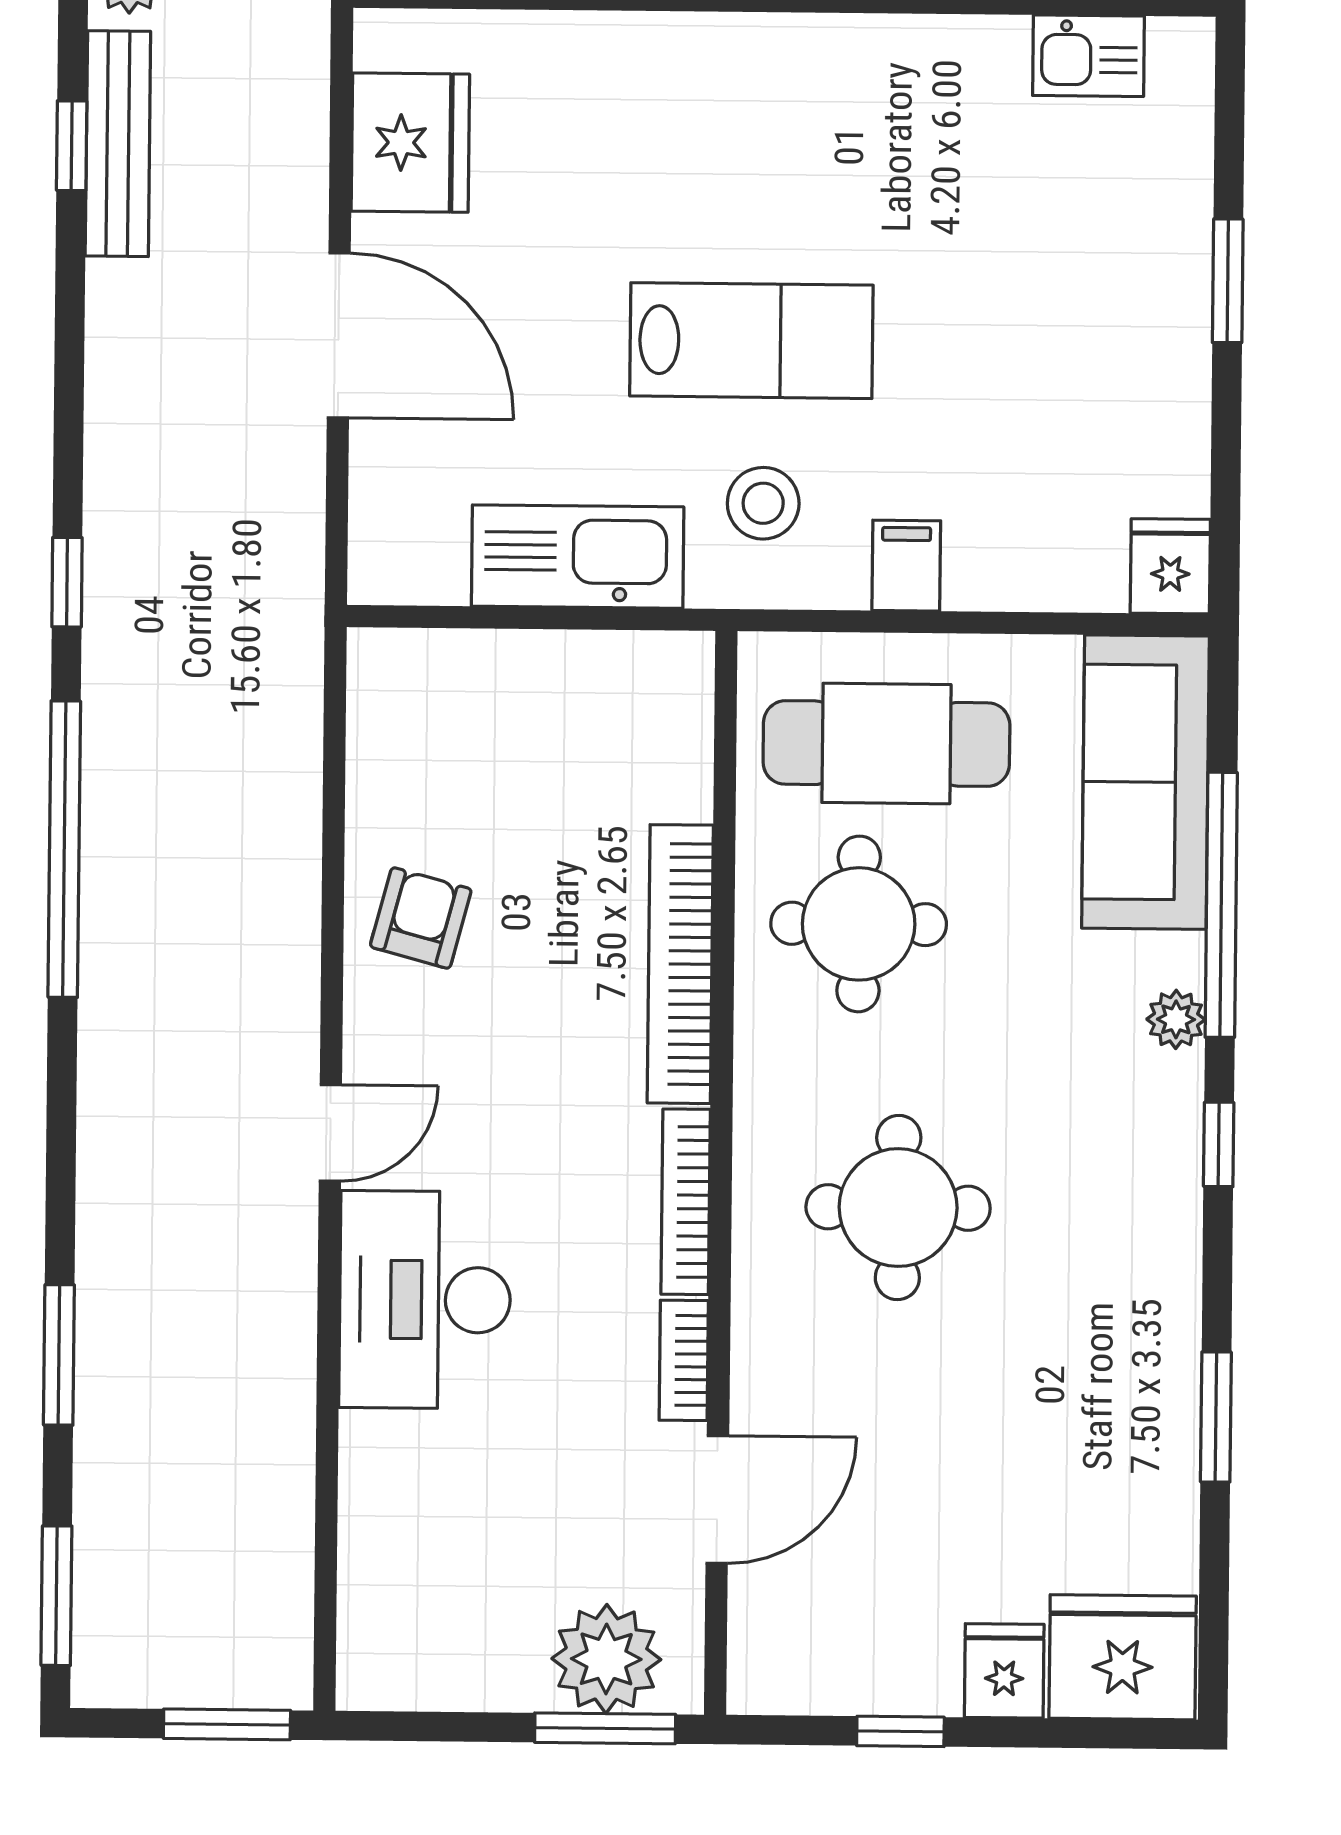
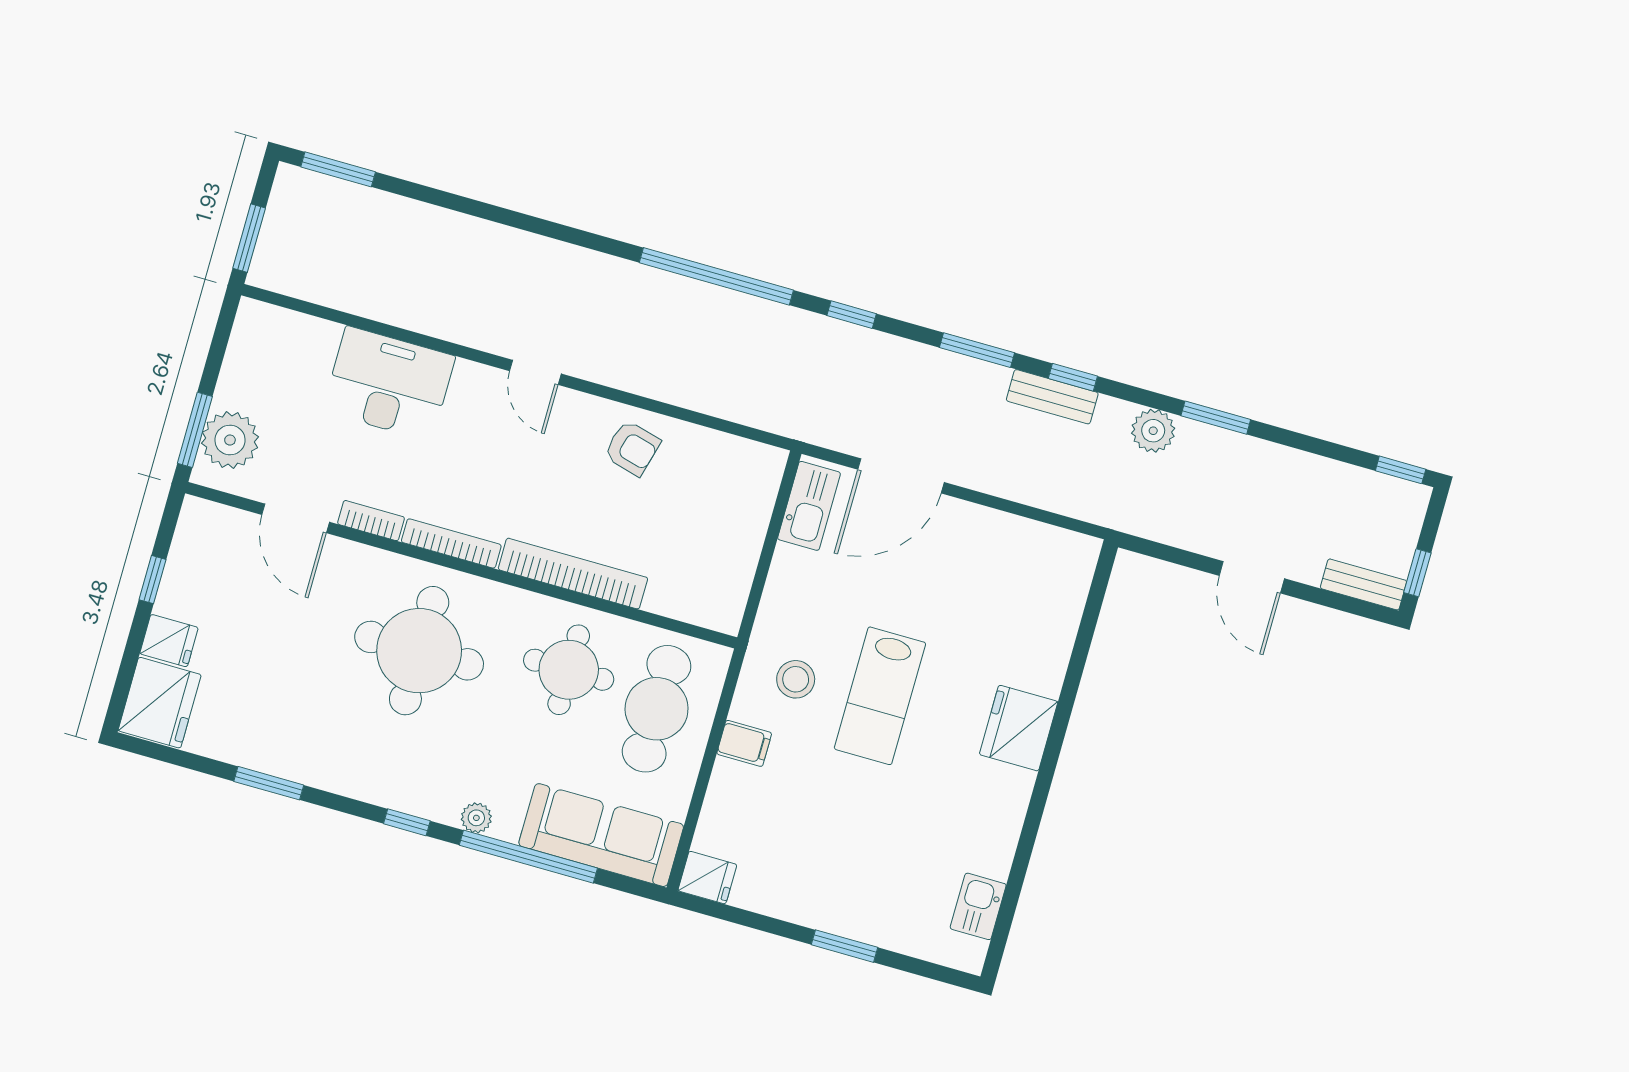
fridge: (410, 143) -> (1019, 728), moved, turned 90
bench: (118, 144) -> (1052, 397), width x0.73
door: (339, 335) -> (901, 476), moved
kitchen sink: (578, 557) -> (809, 506), moved, width x0.73, depth x0.81
round table: (898, 1208) -> (419, 651), width x1.36, depth x1.36
desk: (425, 1300) -> (389, 384), moved
window: (59, 1355) -> (977, 350), moved

